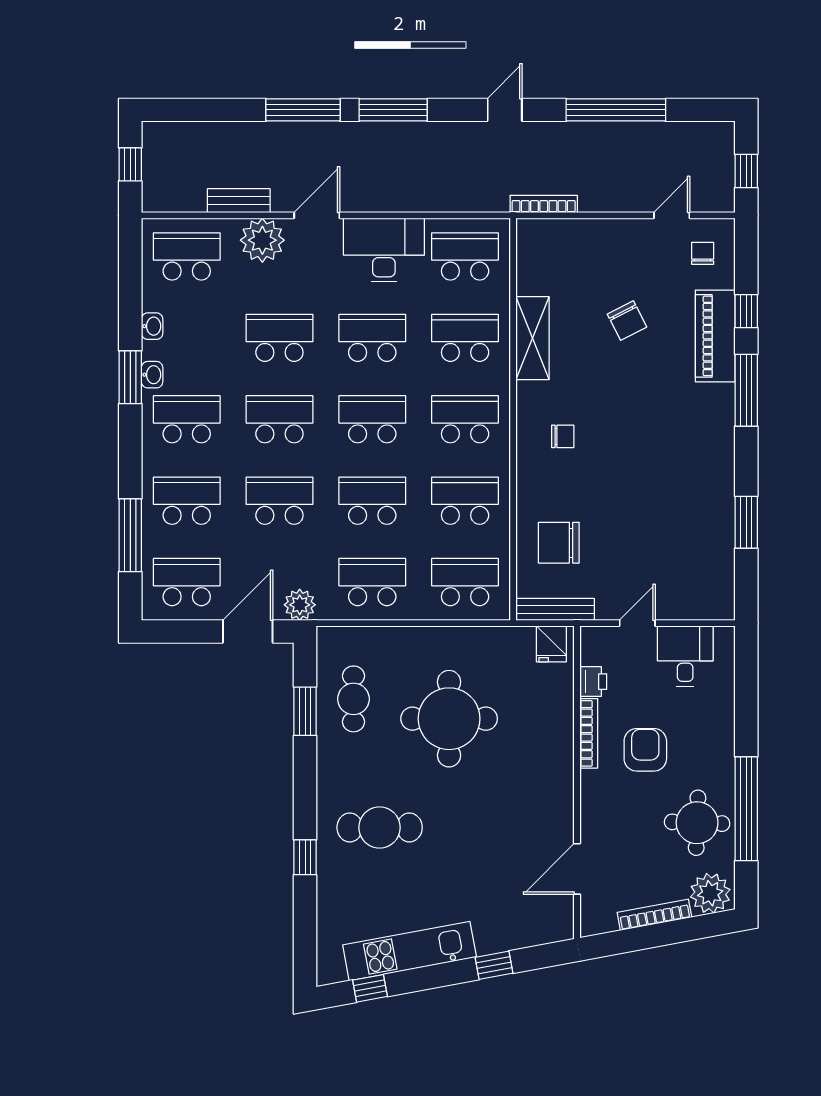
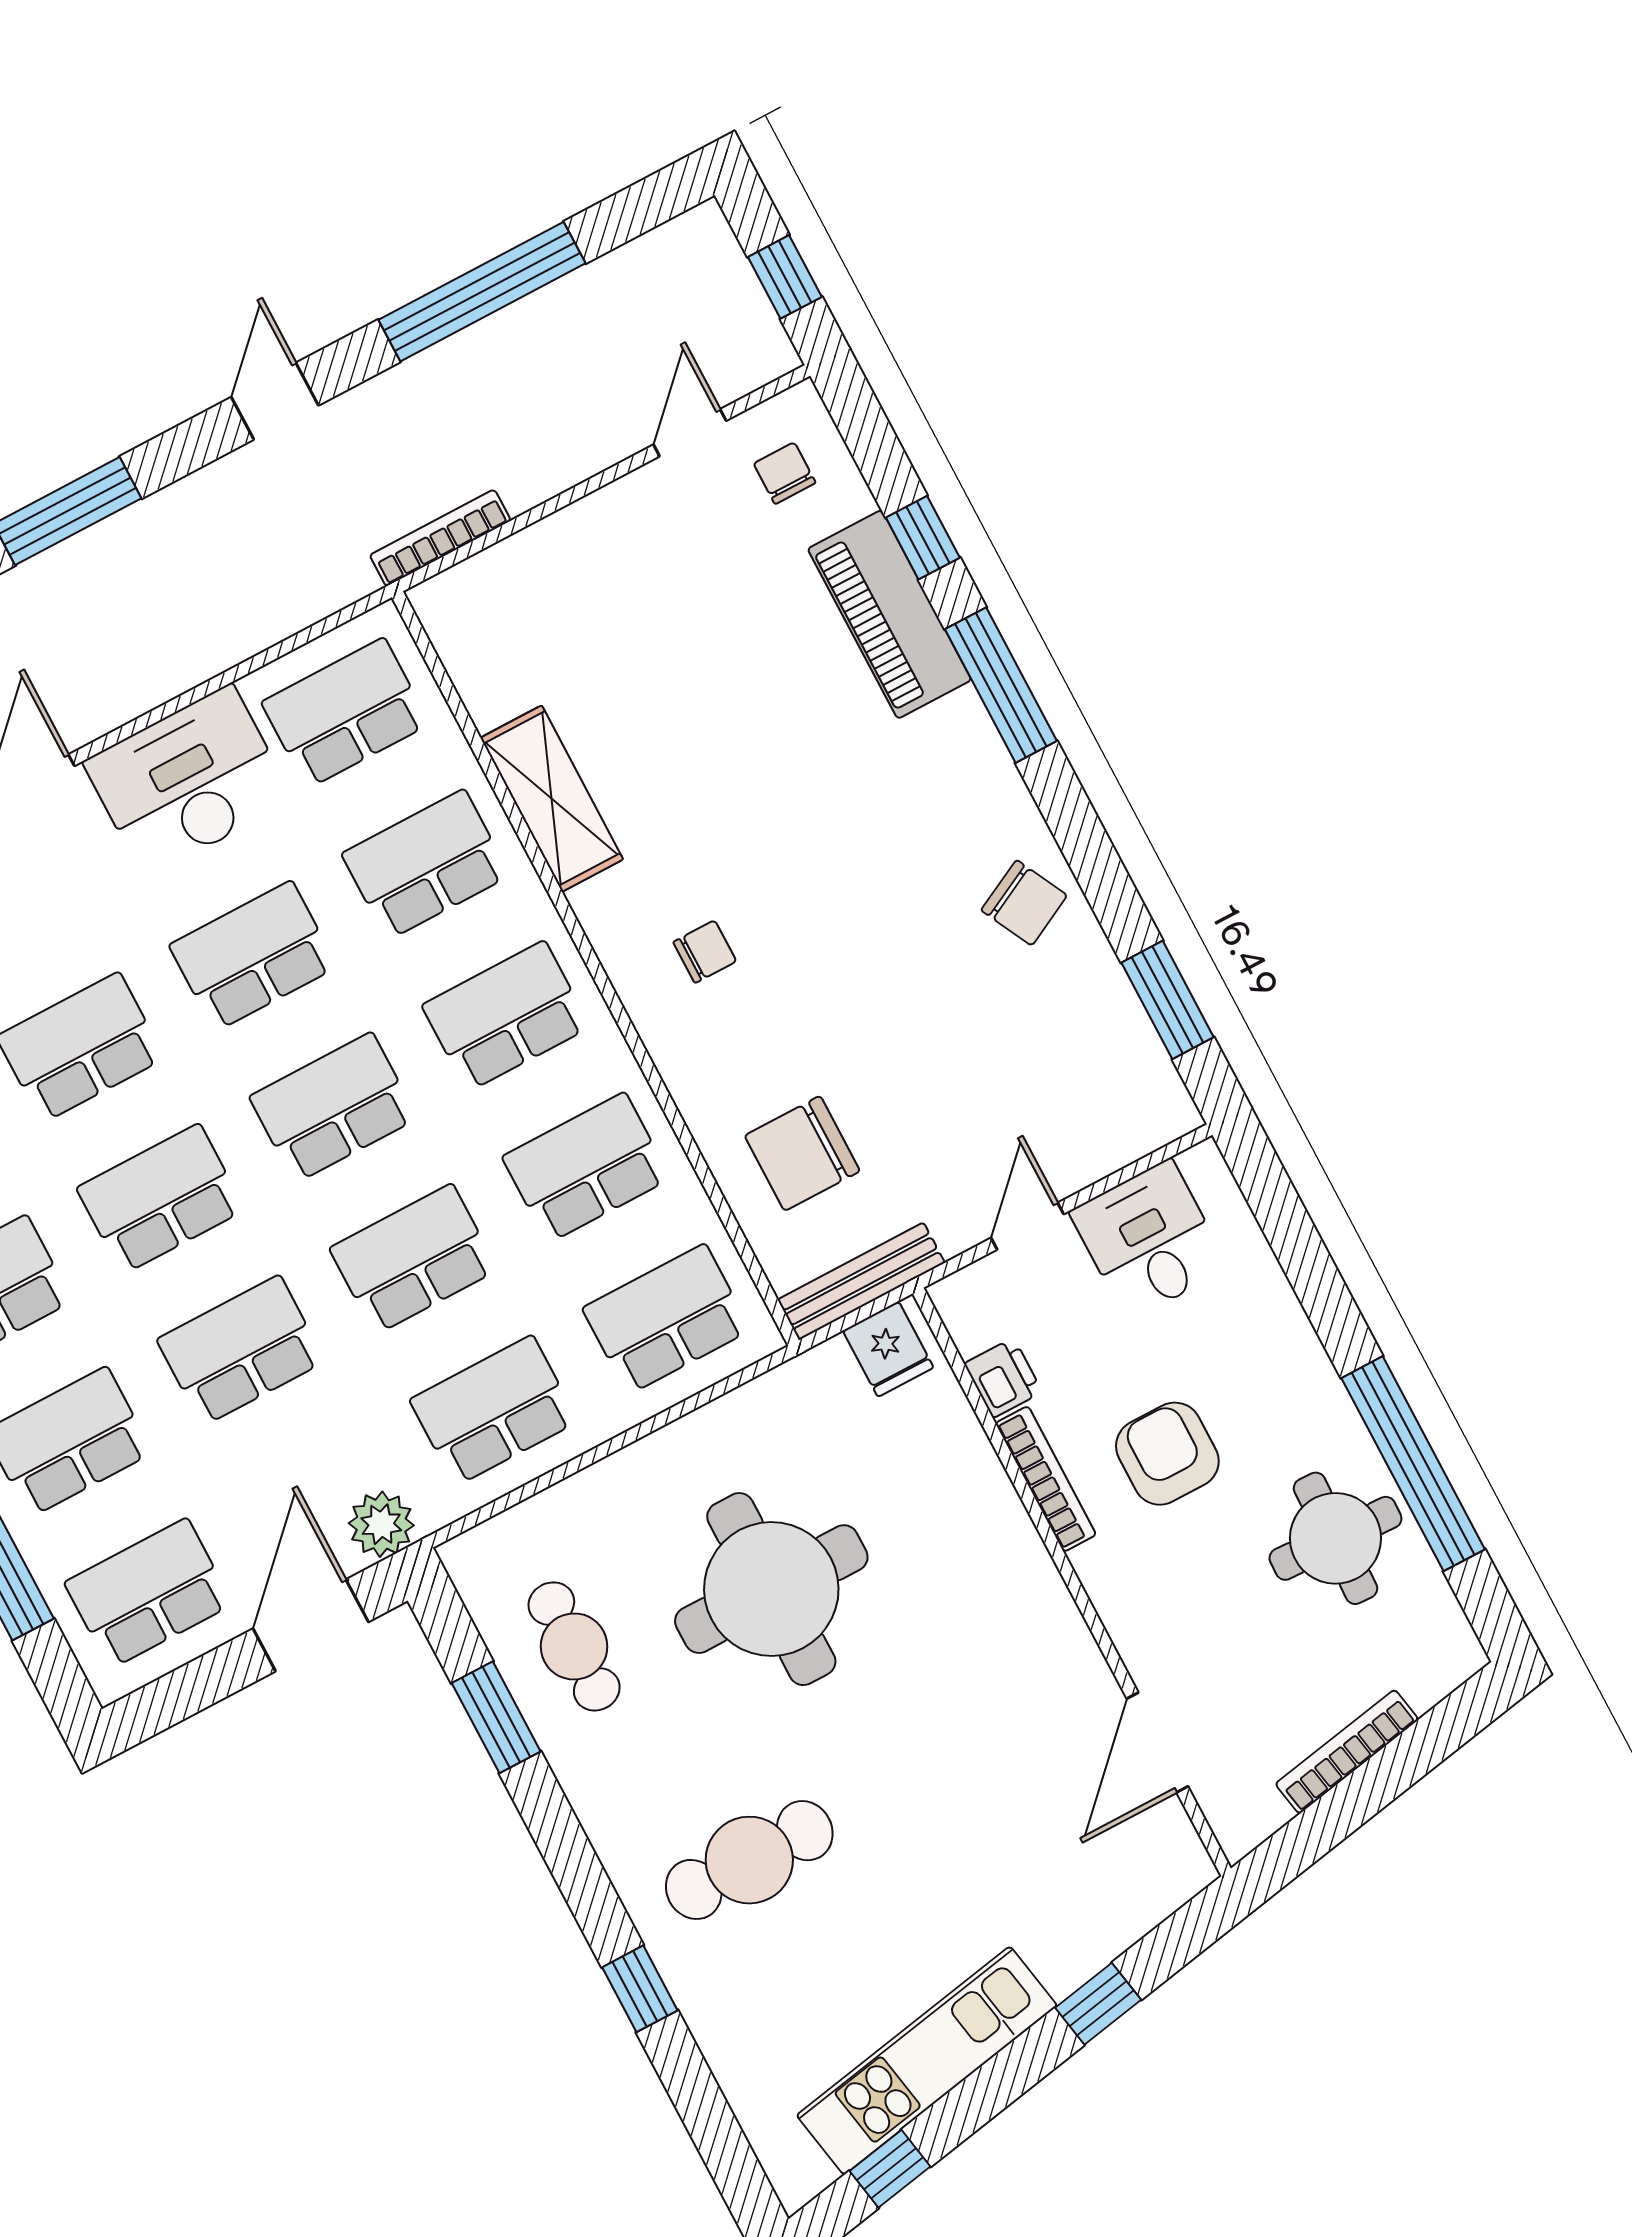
chair: (627, 321) -> (1024, 903), moved
window: (746, 522) -> (1168, 1000), moved
plant: (710, 893) -> (1430, 1657), removed

